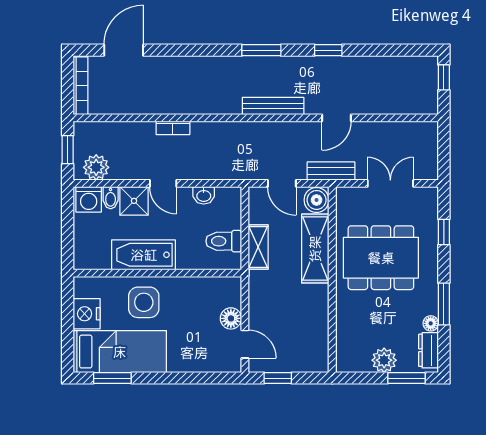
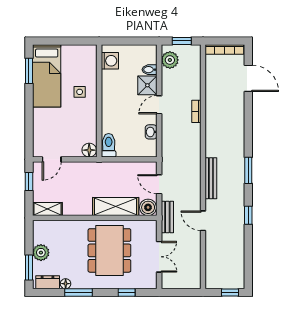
door: (282, 183) -> (159, 184), hinge flipped
washing machine: (89, 199) -> (110, 61), moved, turned 180
toilet: (224, 241) -> (109, 145), moved
shelving: (258, 247) -> (47, 209), moved
bathtub: (144, 255) -> (111, 92), removed
side table: (144, 302) -> (80, 92), width x0.54, depth x0.54
nightstand: (87, 314) -> (72, 54), removed
floor lamp: (231, 318) -> (89, 150), moved

